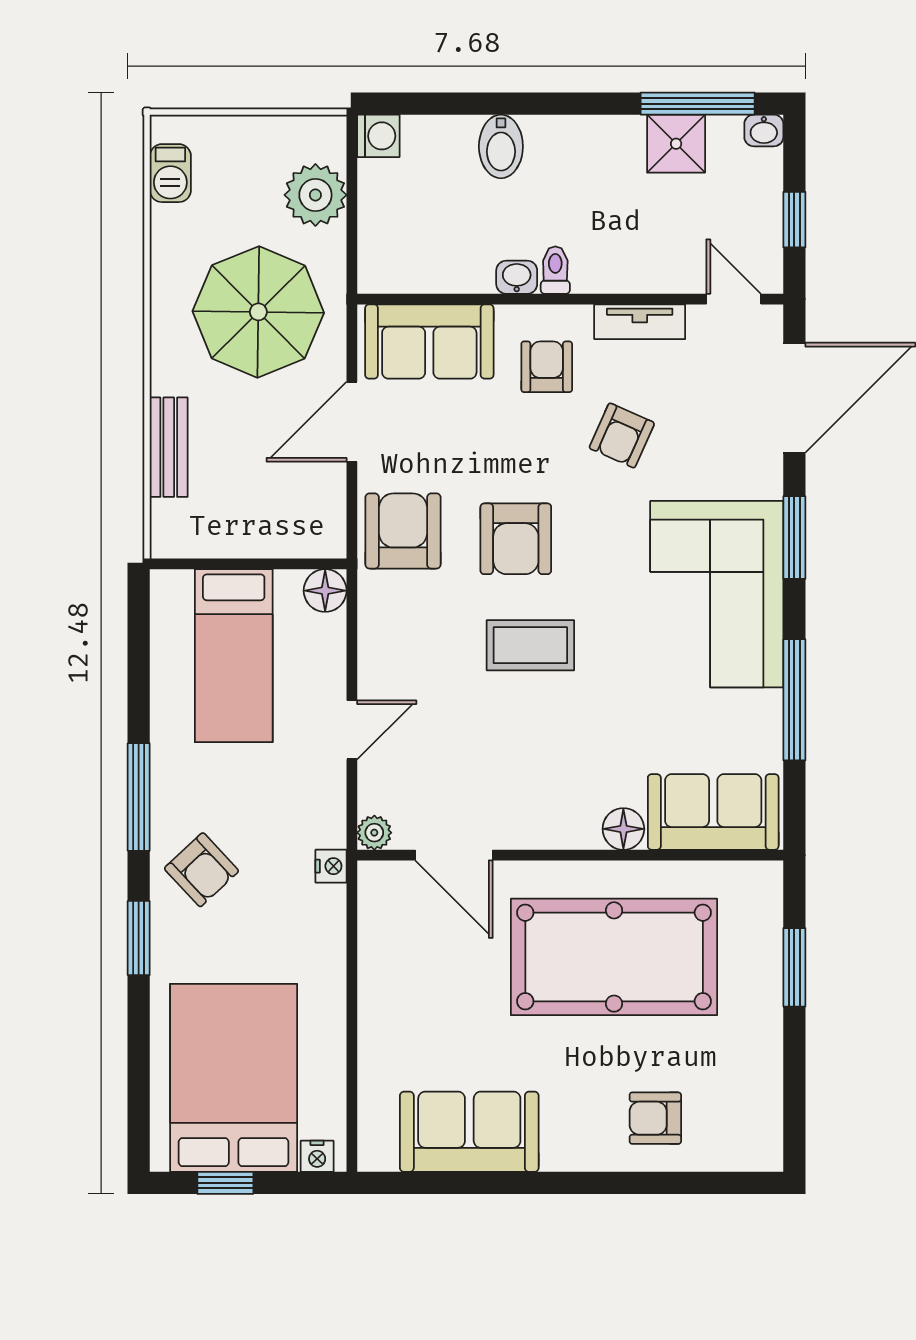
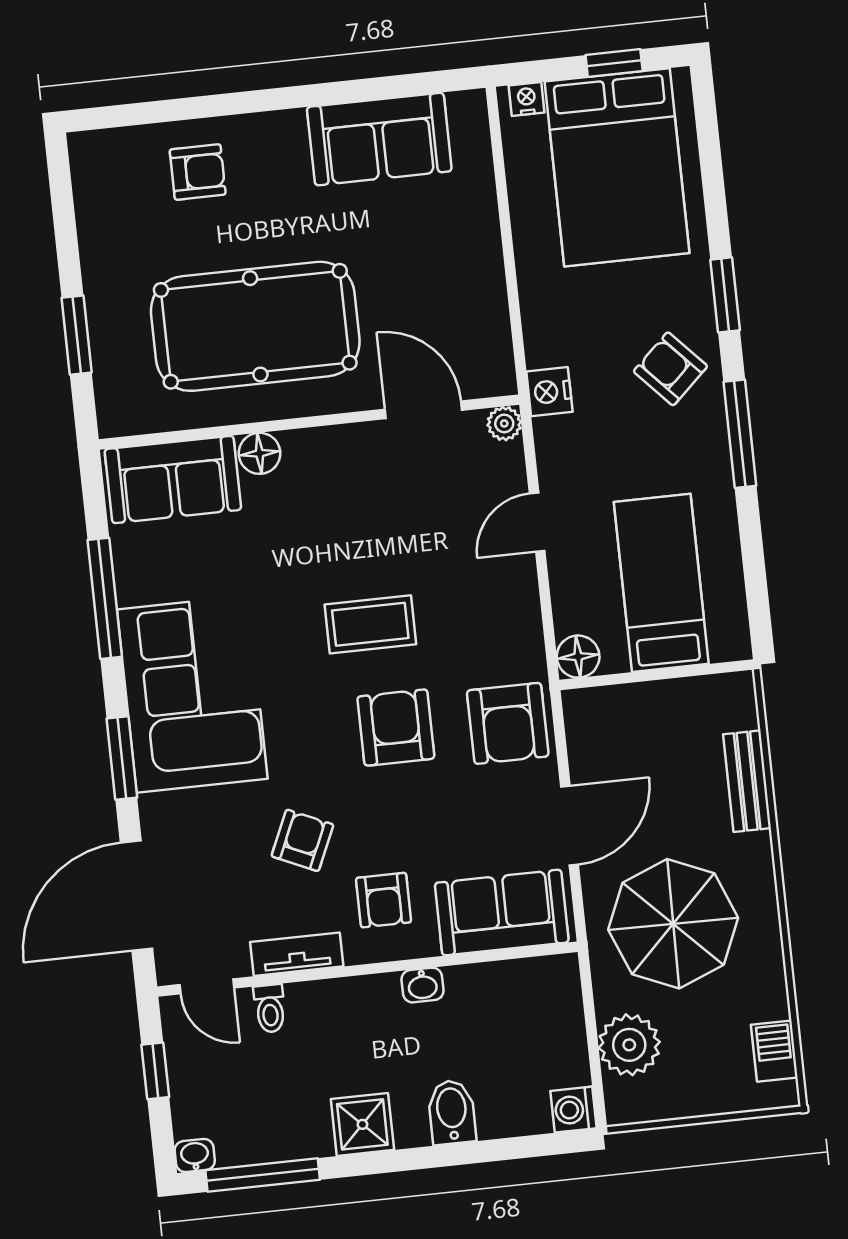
shower: (676, 144) -> (362, 1124), moved
toilet: (555, 270) -> (270, 1008), moved
nightstand: (331, 866) -> (549, 392), width x1.39, depth x1.35

